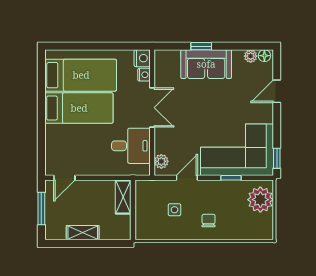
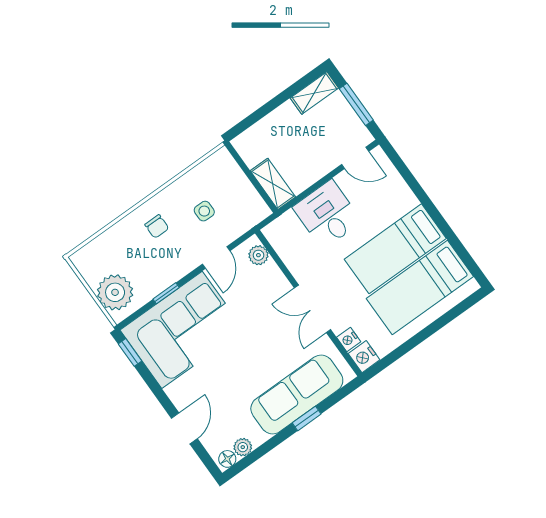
sofa: (206, 64) -> (297, 395), width x1.36
desk: (131, 146) -> (327, 214), moved, turned 90
door: (64, 178) -> (355, 158), swing flipped
shelving: (83, 233) -> (314, 93), moved

